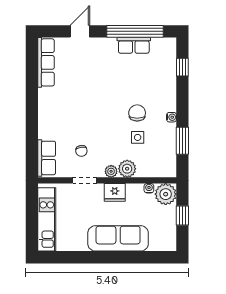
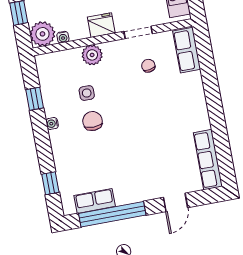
row of seats: (134, 45) -> (95, 201), moved
chair: (137, 113) -> (93, 121), turned 180
window: (182, 141) -> (35, 99), width x0.67
plant: (111, 171) -> (110, 49), removed

